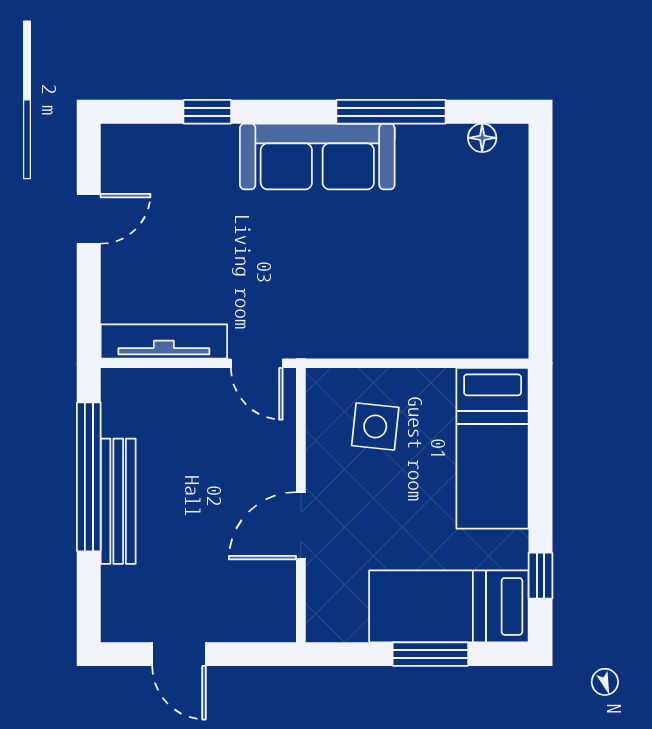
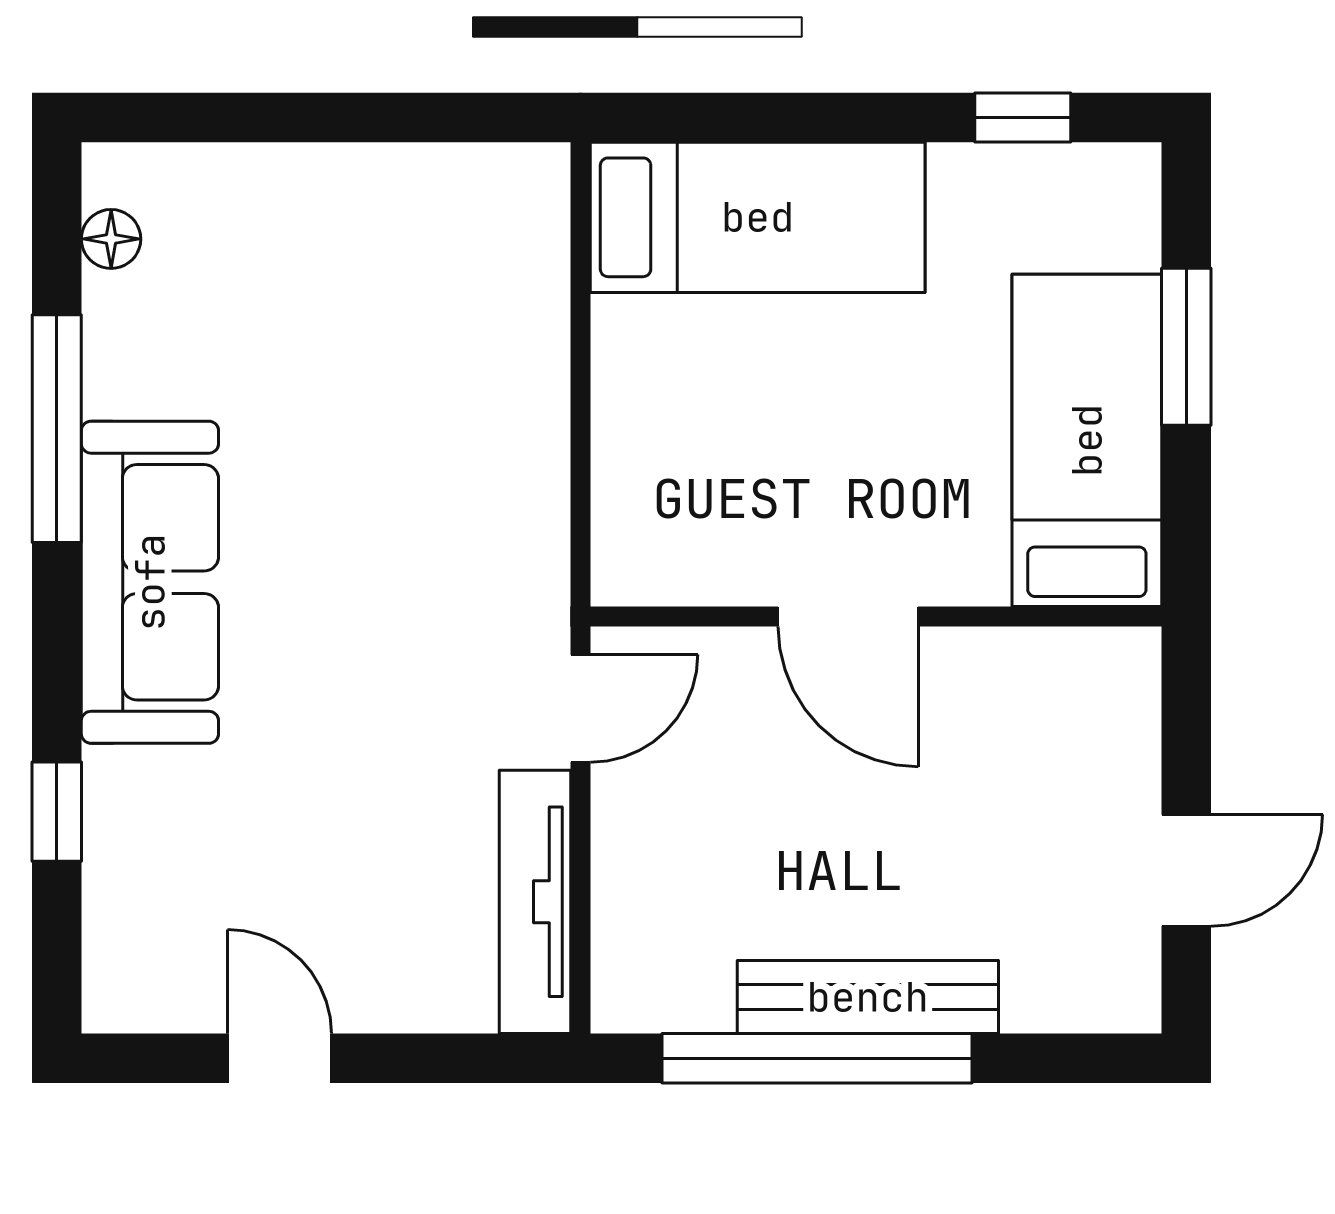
side table: (375, 426) -> (712, 462), removed
door: (301, 526) -> (848, 617), moved
bed: (449, 606) -> (1087, 440), moved, turned 180

